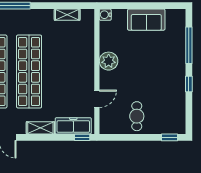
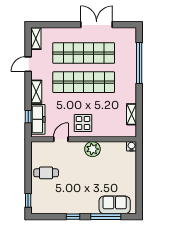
sofa: (146, 20) -> (115, 205), moved, turned 90
display table: (78, 72) -> (83, 123), added
door: (97, 99) -> (61, 139), swing flipped
window: (82, 137) -> (28, 117), moved

